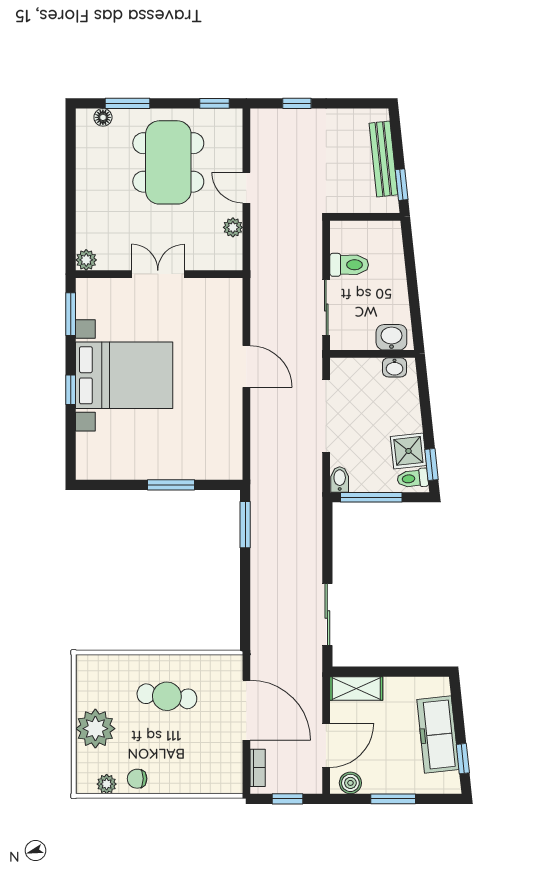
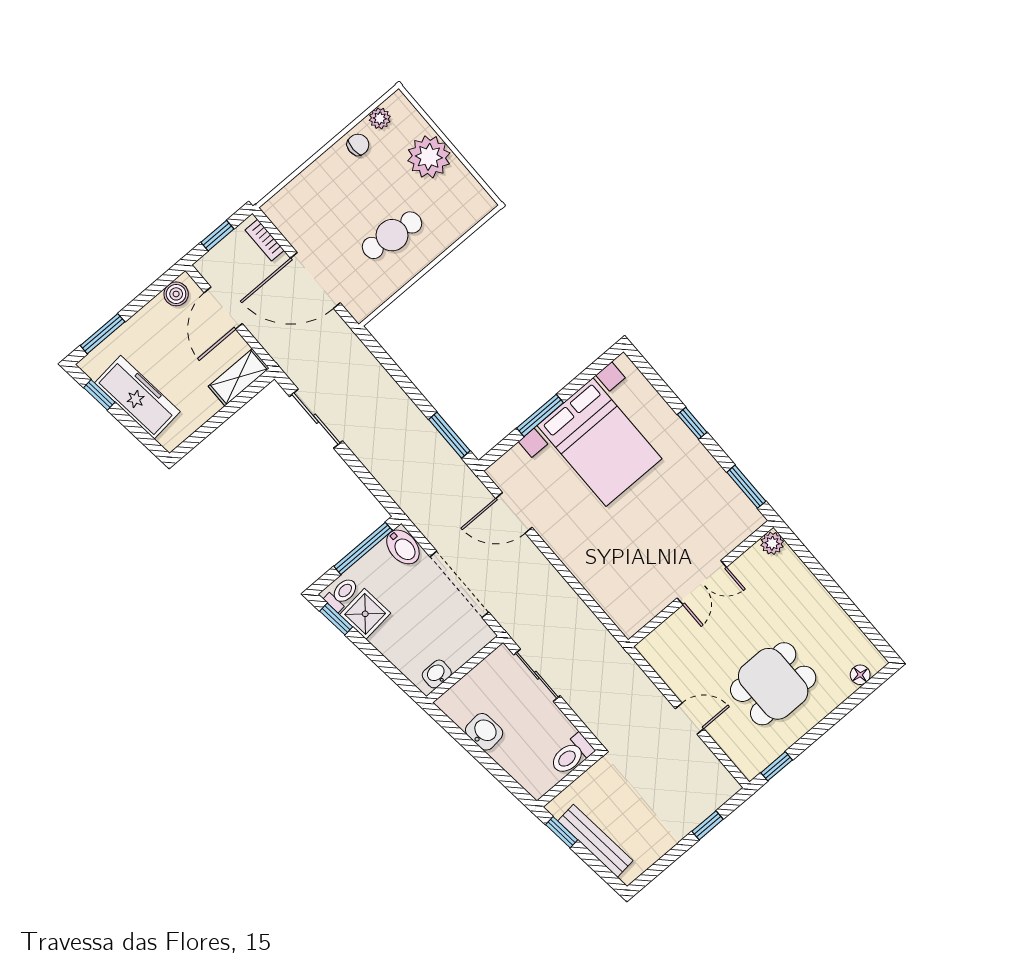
window: (127, 103) -> (850, 704), removed
dining table: (168, 162) -> (773, 684), width x0.73
plant: (233, 227) -> (672, 676), removed
toilet: (349, 265) -> (571, 755), moved
washbasin: (391, 337) -> (484, 732), moved, turned -96
door: (246, 367) -> (514, 513), moved
bed with nightstands: (124, 375) -> (600, 442), moved, turned -90
bidet: (340, 479) -> (403, 547), width x1.38, depth x1.36
window: (393, 799) -> (103, 334), moved

